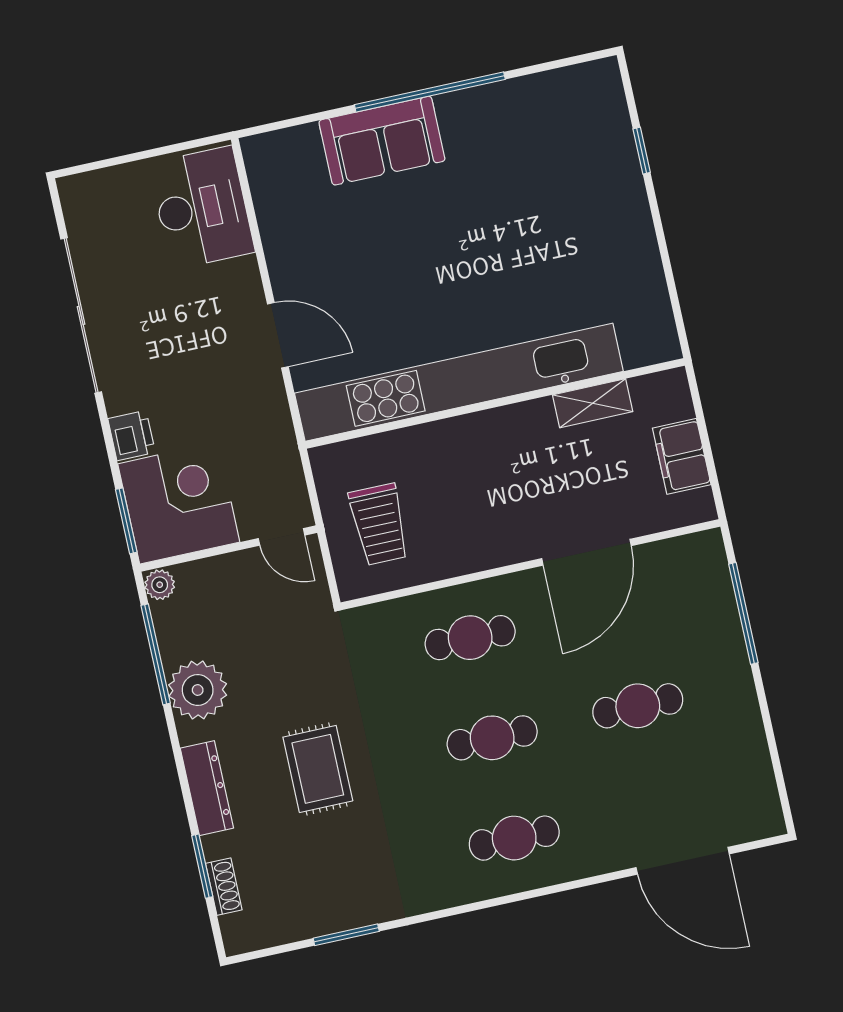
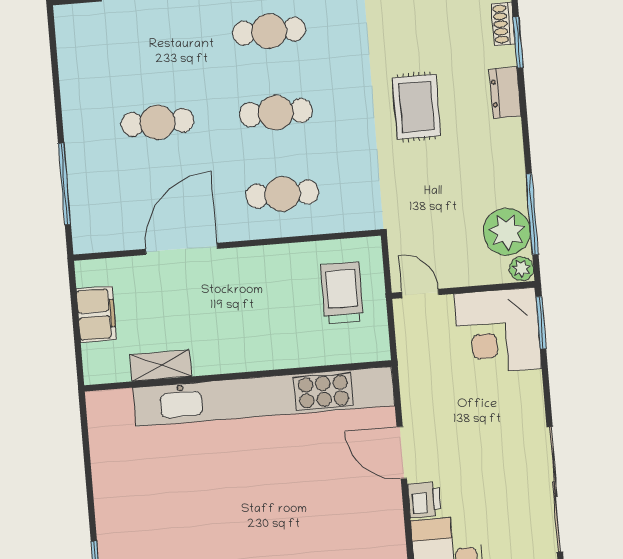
printer: (132, 435) -> (424, 500), moved, turned 180
plant: (198, 690) -> (507, 232), moved
dresser: (207, 788) -> (505, 93), width x0.70

